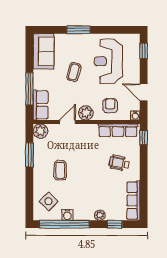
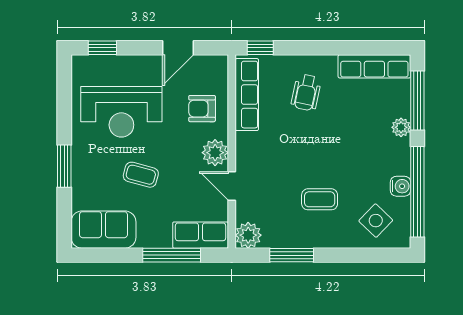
water cooler: (135, 116) -> (220, 63), removed
window: (115, 224) -> (417, 101), width x2.17

